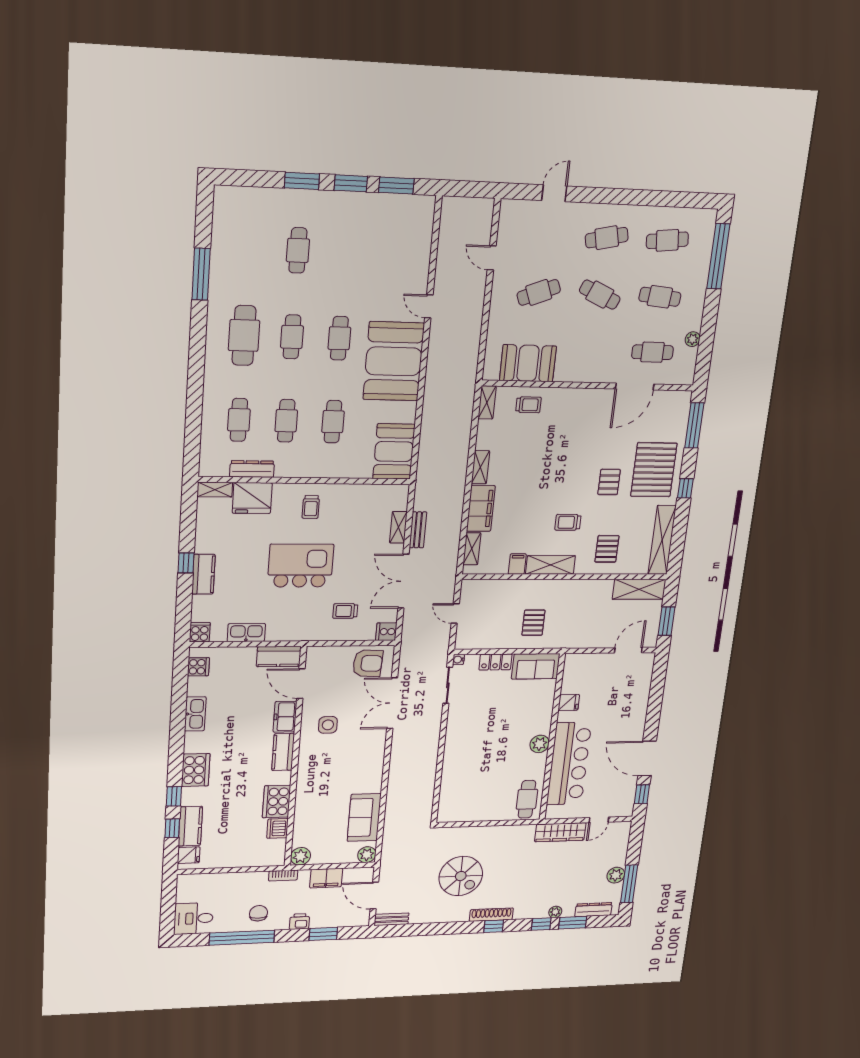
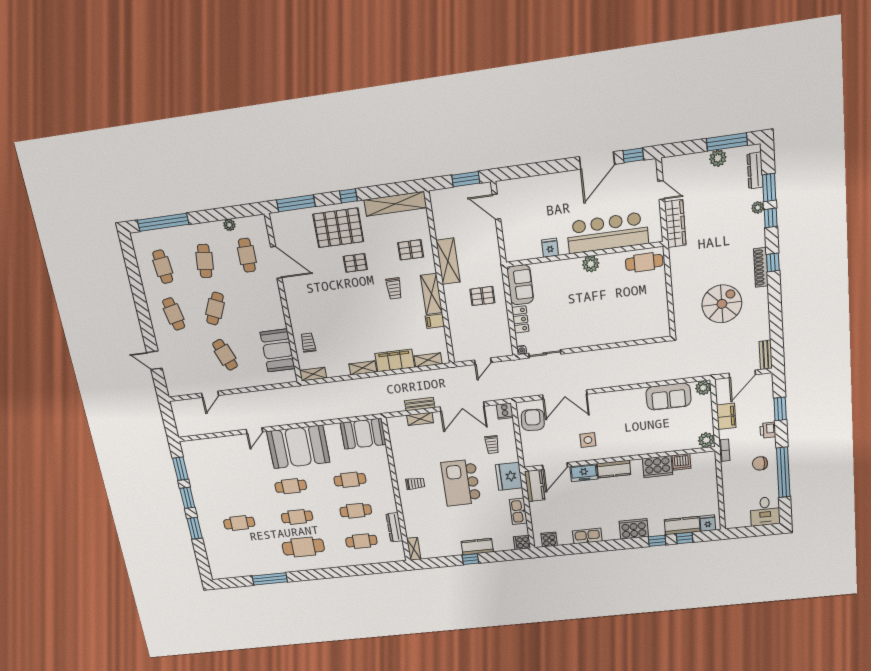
fridge: (252, 498) -> (509, 476), moved, turned 180
shelving: (639, 589) -> (448, 261), moved

